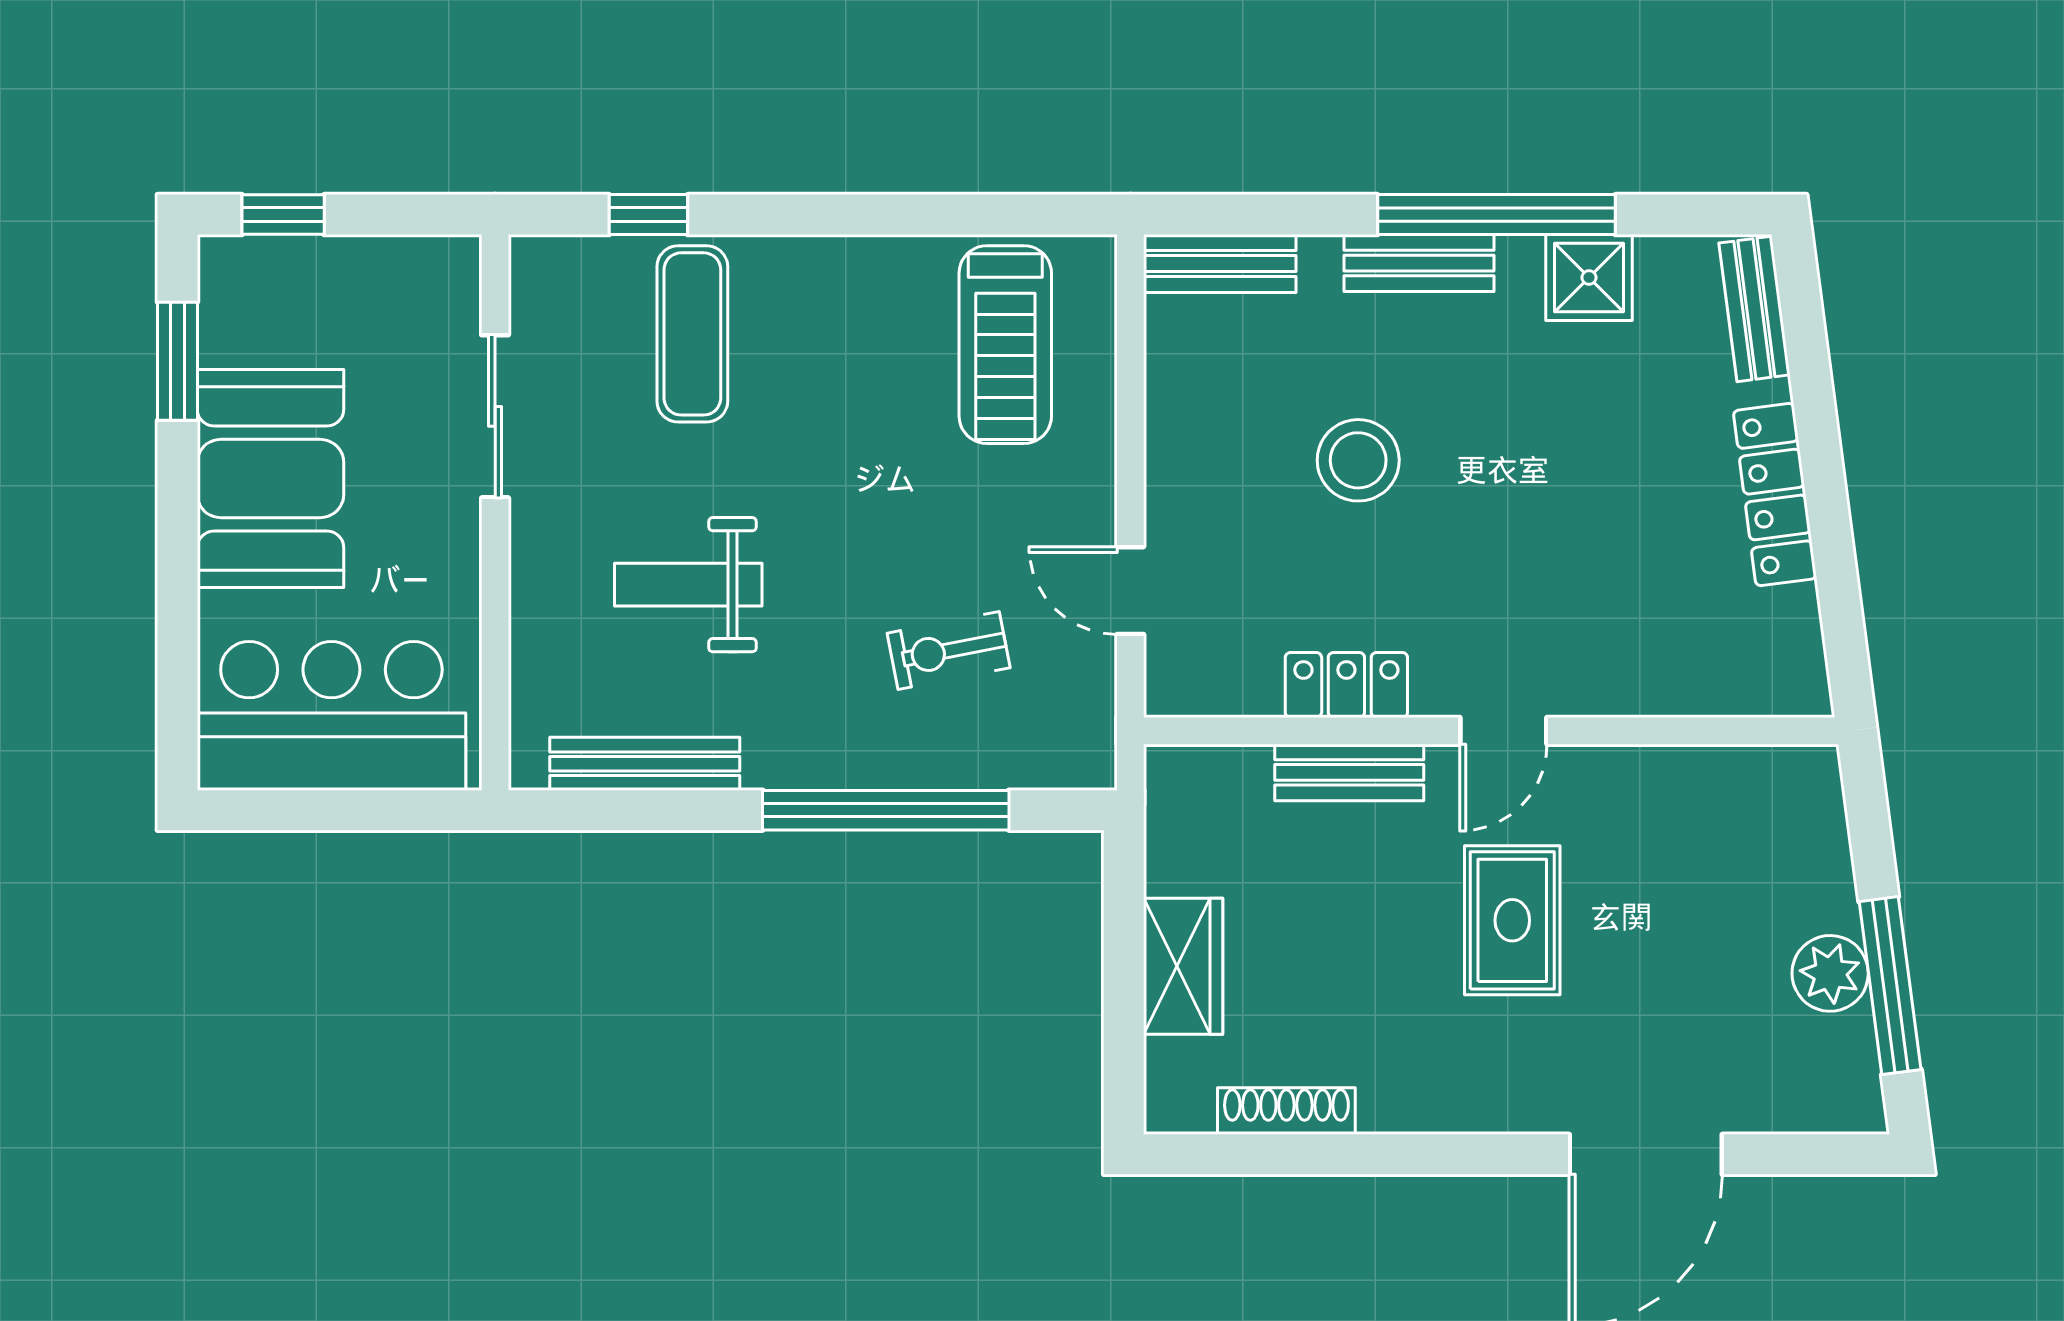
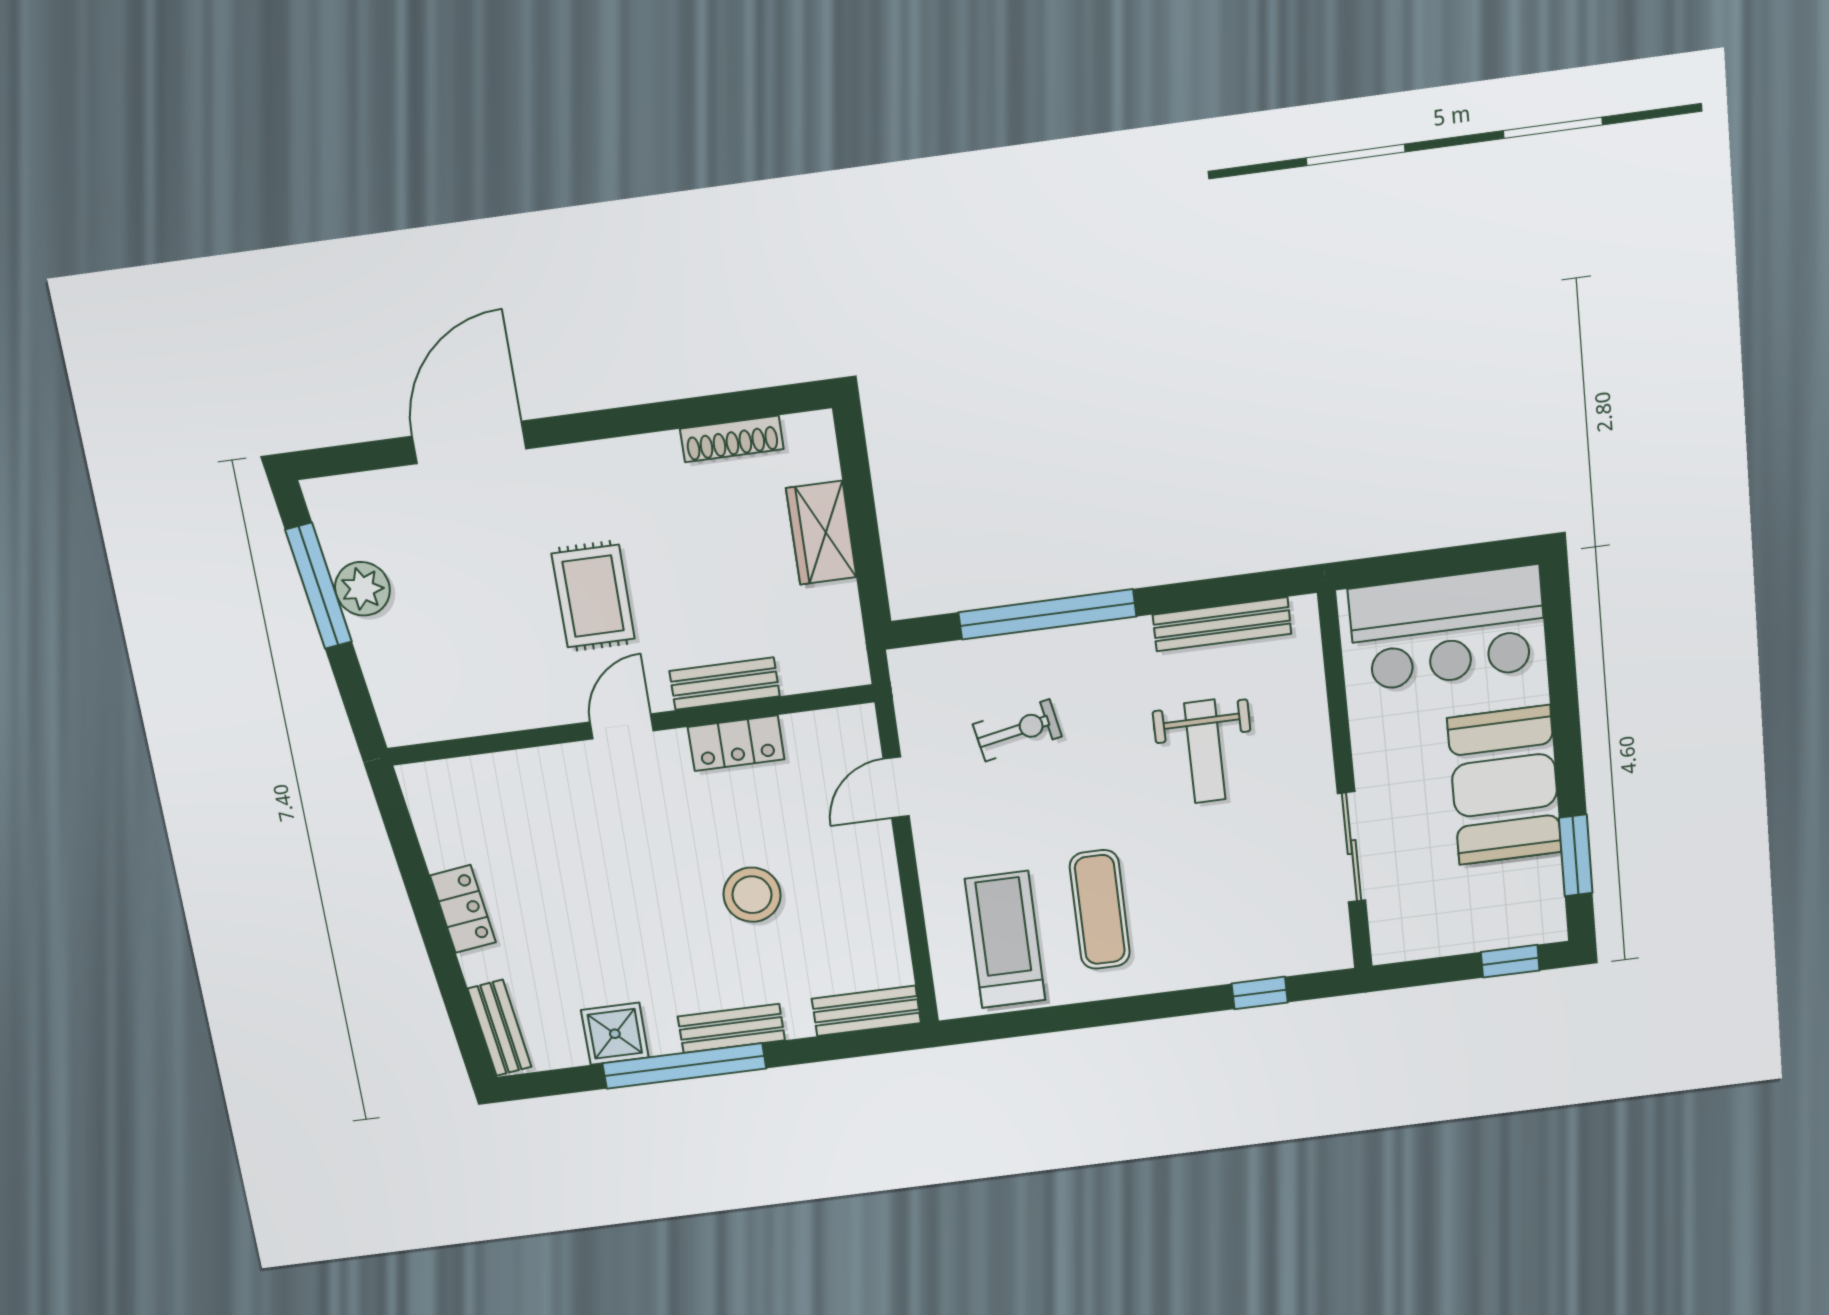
exercise mat: (692, 334) -> (1100, 910), moved
locker: (1775, 495) -> (463, 909), width x0.66
weight bench: (688, 585) -> (1205, 751), turned 90
door: (1130, 591) -> (896, 787), swing flipped

